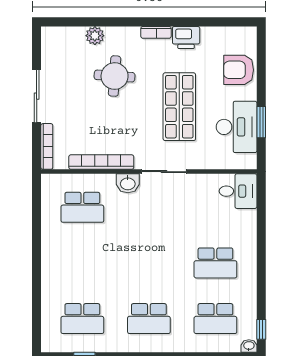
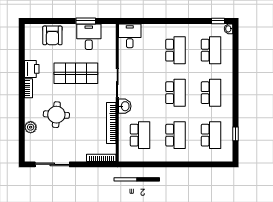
sliding door: (37, 96) -> (52, 164), moved
desk: (237, 127) -> (89, 37), width x0.73
school desk: (82, 263) -> (176, 135), added
school desk: (149, 263) -> (176, 93), added

